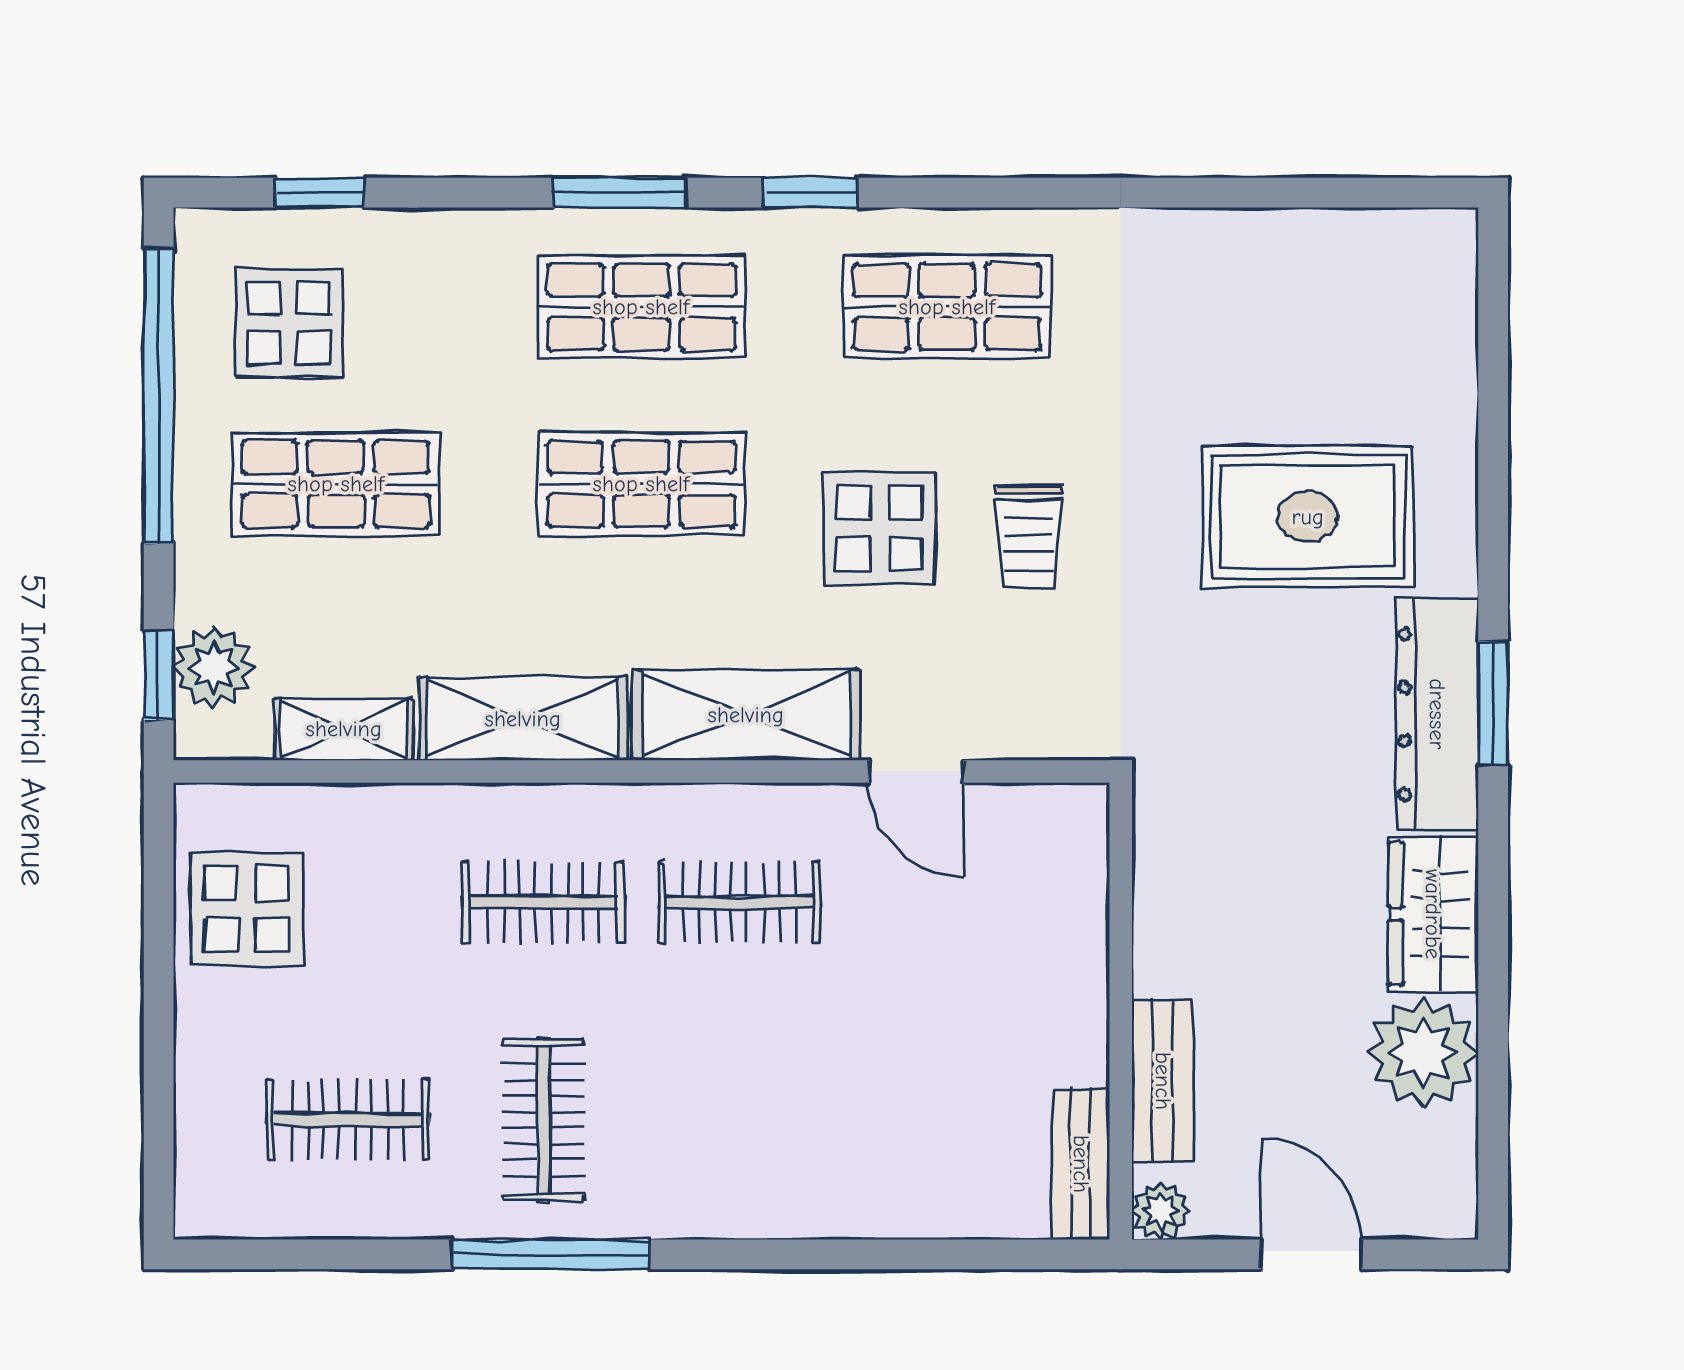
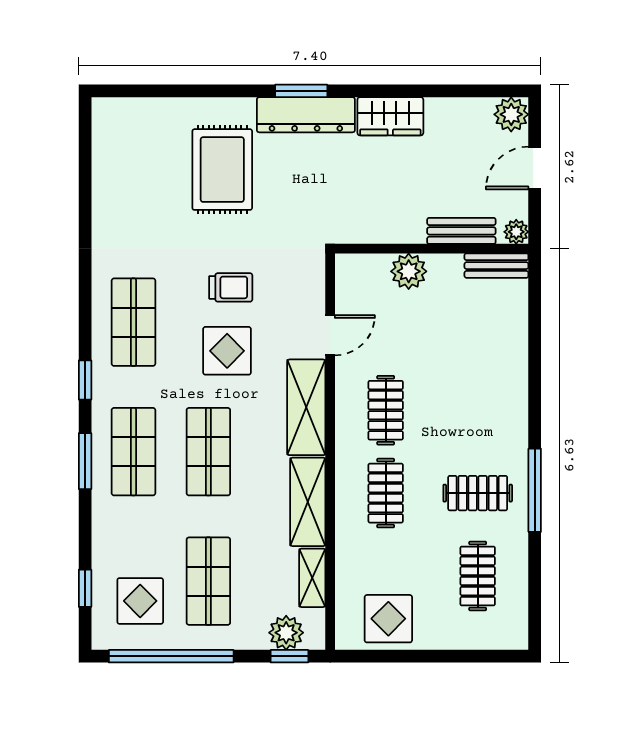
plant: (1067, 957) -> (409, 271), added
plant: (1423, 1053) -> (511, 114), moved, width x0.73, depth x0.73

